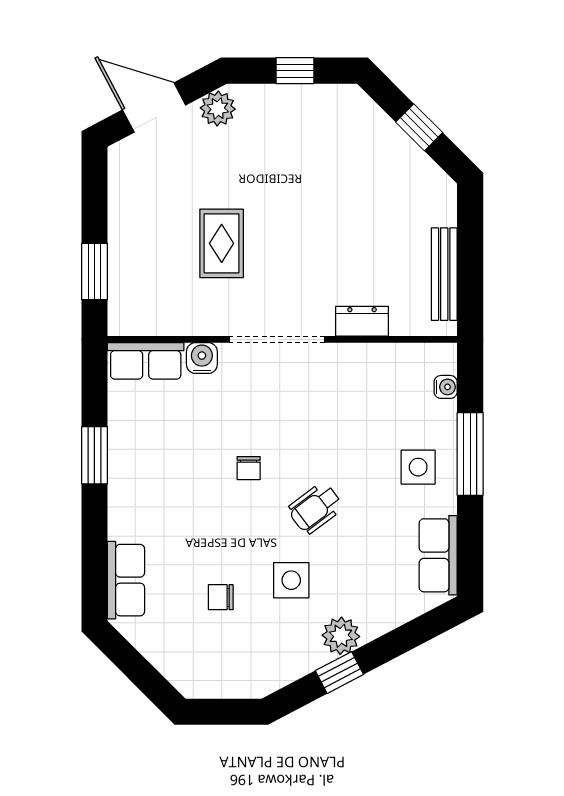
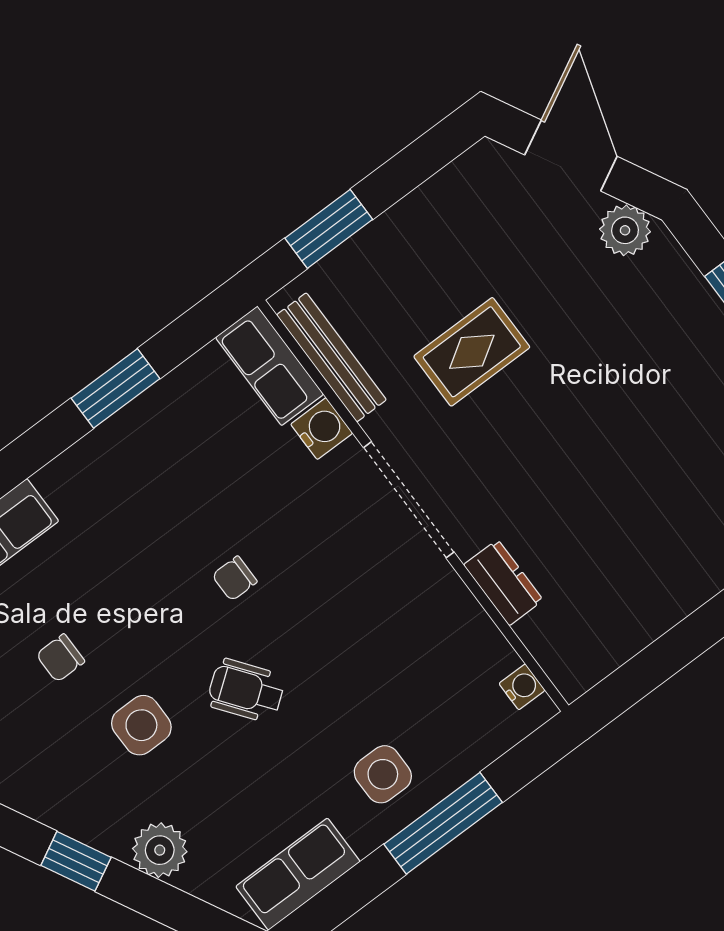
bench: (444, 274) -> (331, 357), moved, turned 90
water cooler: (446, 387) -> (522, 687), moved, turned -90
chair: (221, 597) -> (60, 658), turned -90
plant: (341, 636) -> (160, 850), moved

